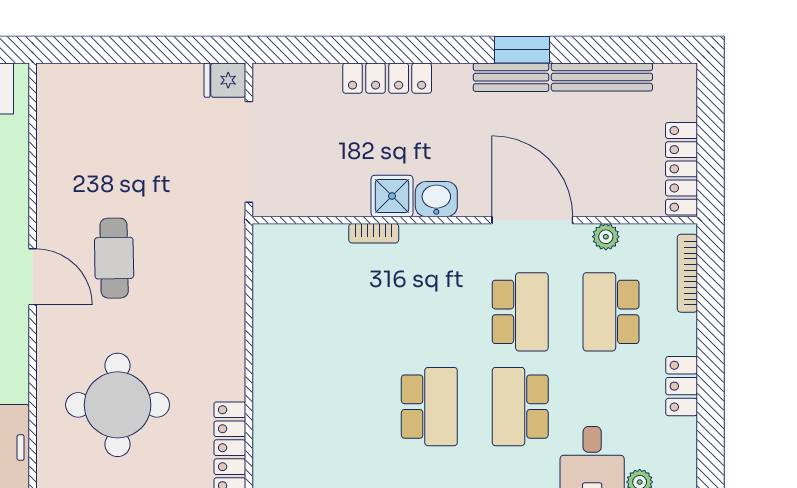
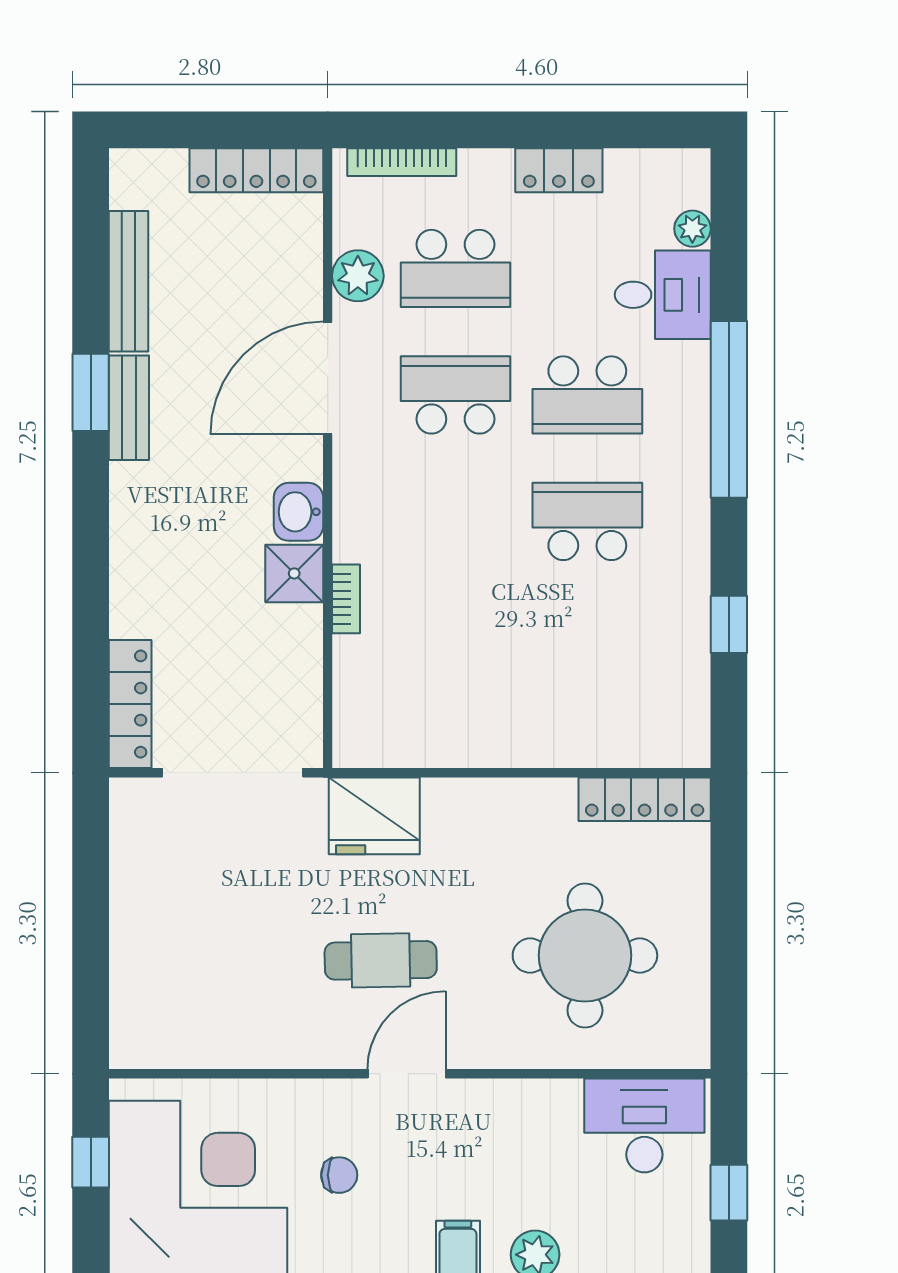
locker: (387, 78) -> (130, 704), moved
fridge: (225, 80) -> (374, 816), moved, width x1.88, depth x1.34
plant: (606, 237) -> (358, 276), width x1.38, depth x1.38

